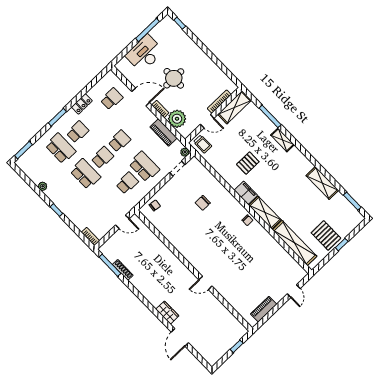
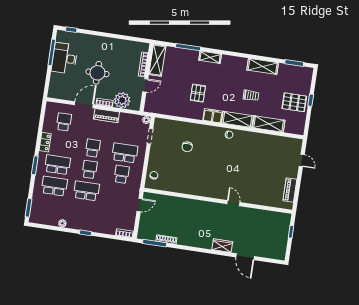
desk: (145, 53) -> (65, 58), moved
school desk: (78, 132) -> (58, 165), width x1.85
piano: (164, 133) -> (106, 116), moved
trolley: (203, 144) -> (251, 95), moved
shelving: (295, 243) -> (269, 124), width x0.68
door: (205, 283) -> (233, 203), swing flipped

